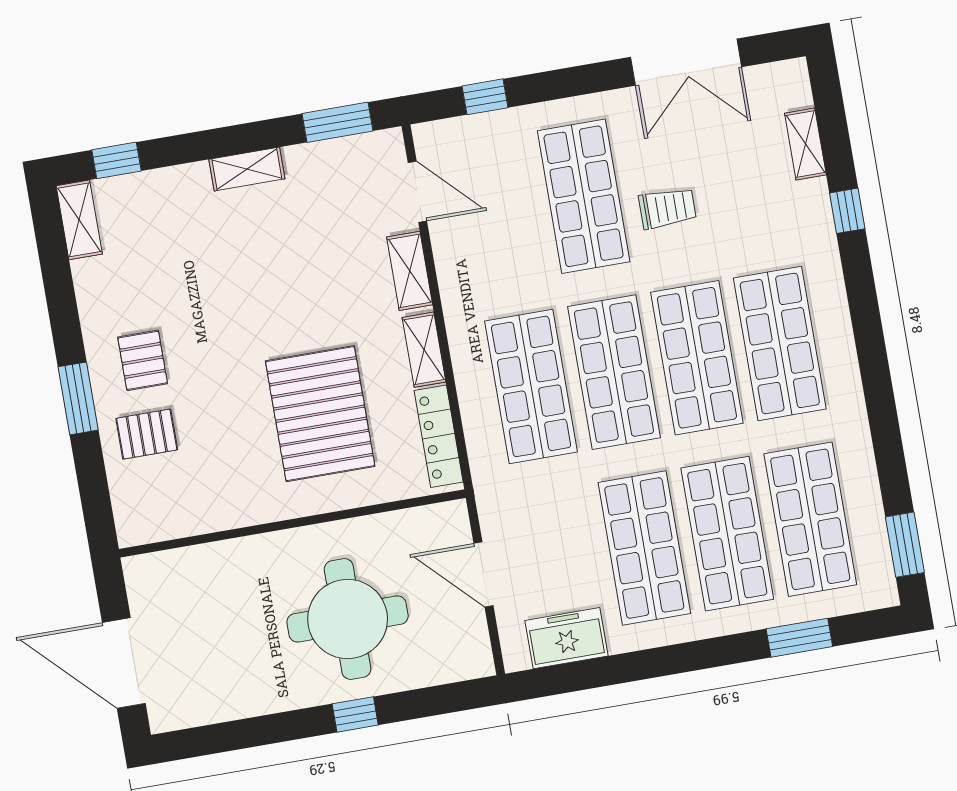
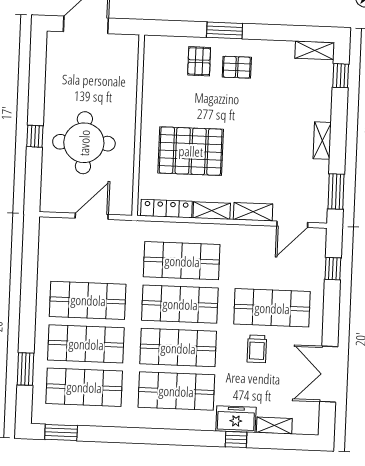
freezer: (566, 638) -> (236, 419), moved, turned -90

